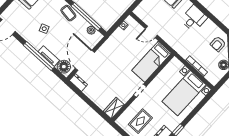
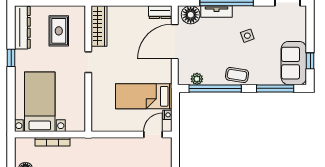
door: (151, 32) -> (153, 135), moved
door: (85, 60) -> (175, 42), swing flipped
bed: (152, 62) -> (144, 96), moved, turned -90
wardrobe: (114, 108) -> (99, 26), width x1.50

